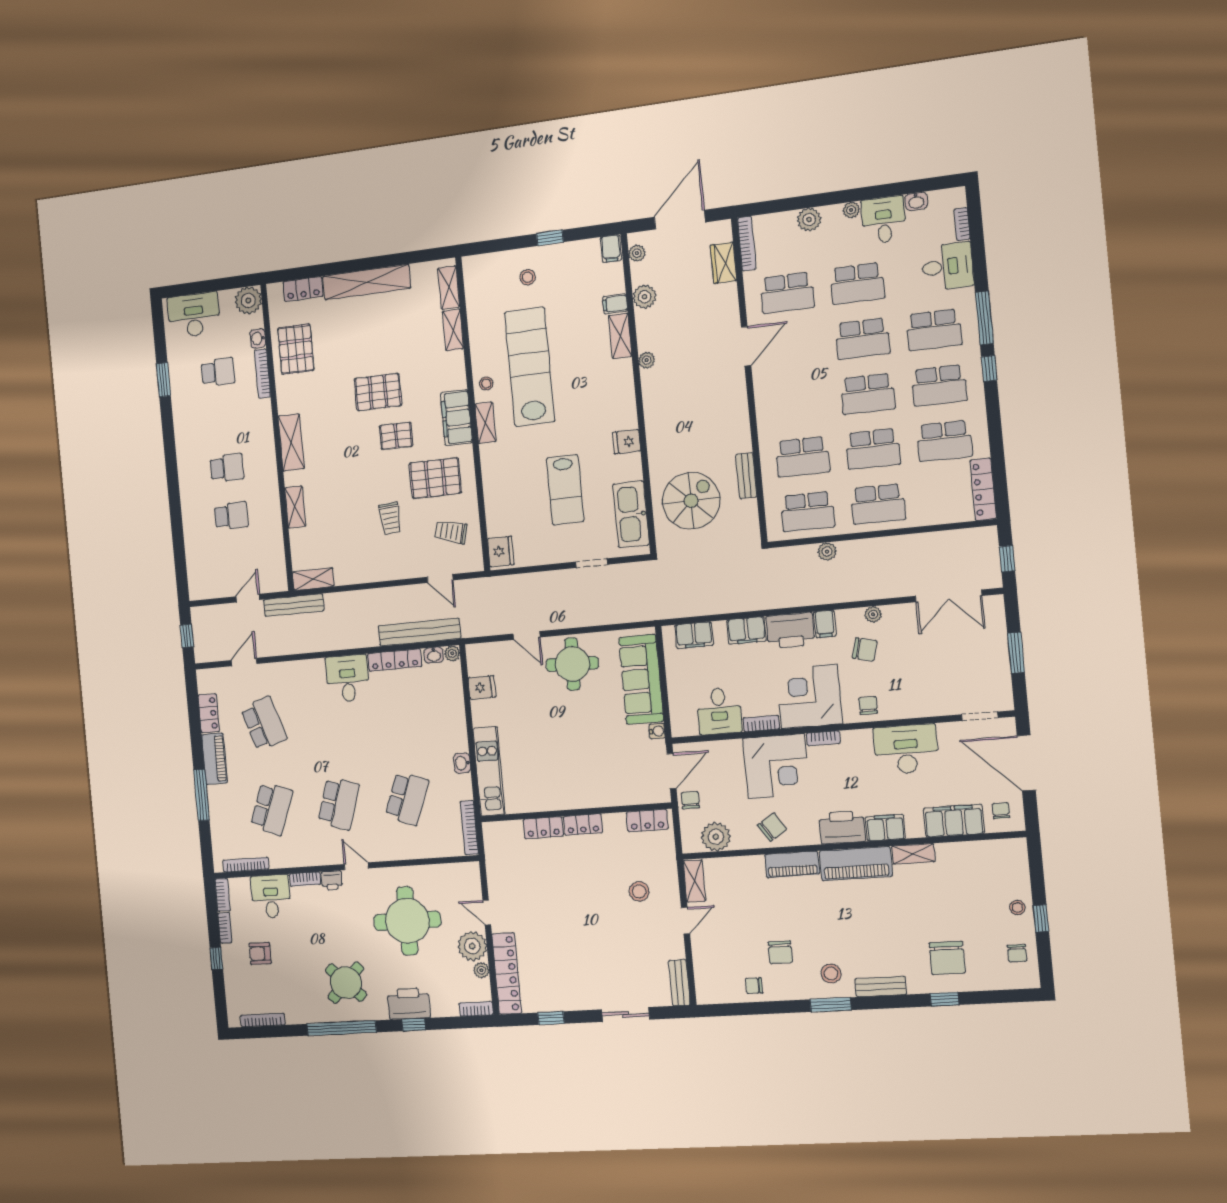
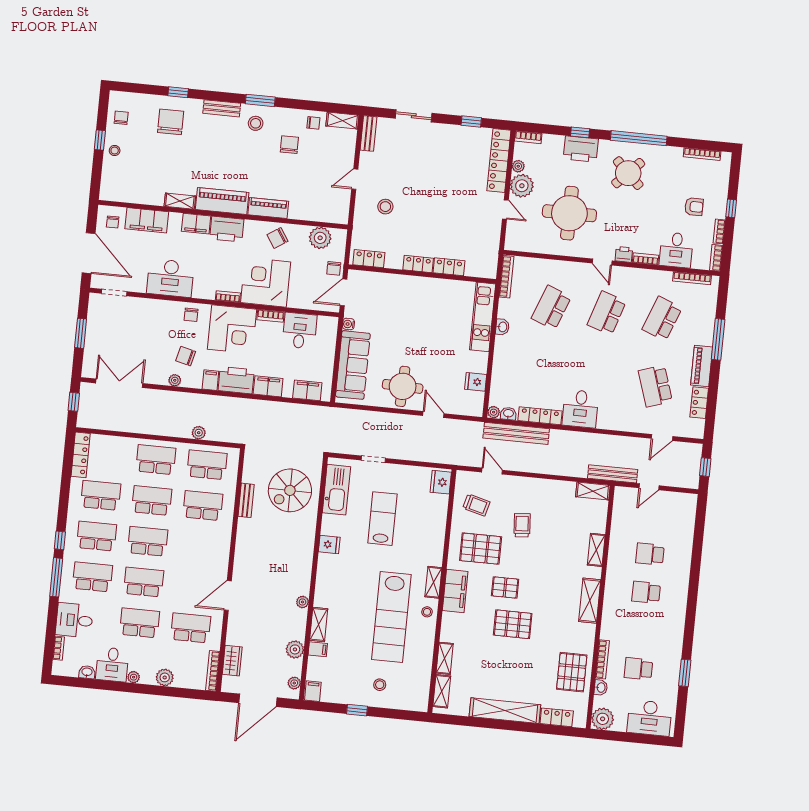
shelving: (694, 881) -> (342, 121), moved, turned 90

